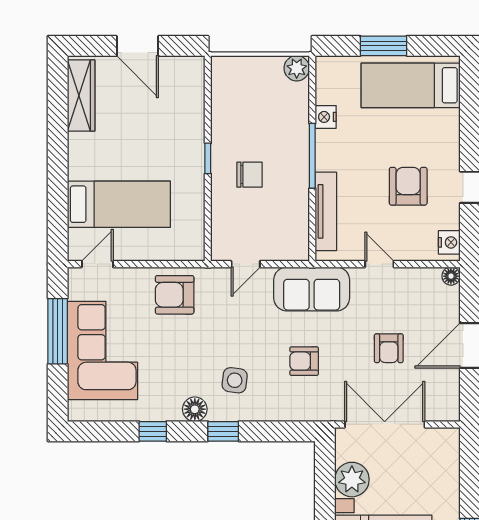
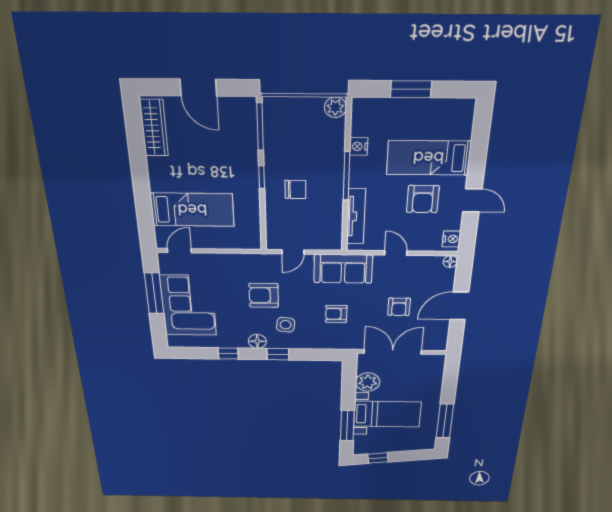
bed: (411, 85) -> (428, 158), moved
window: (208, 93) -> (260, 127), added
armchair: (408, 186) -> (423, 199), turned 180
armchair: (175, 295) -> (264, 295), moved

